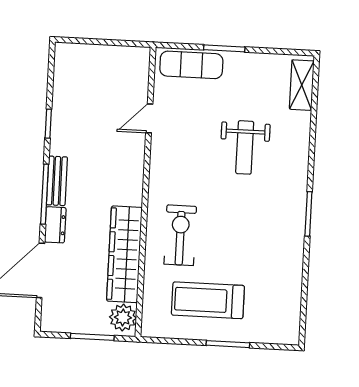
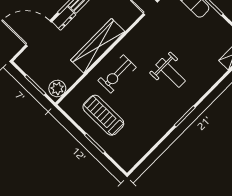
weight bench: (245, 147) -> (171, 73), moved, turned -90
exercise bike: (180, 235) -> (117, 74), turned 180
wardrobe: (124, 254) -> (98, 46), moved

